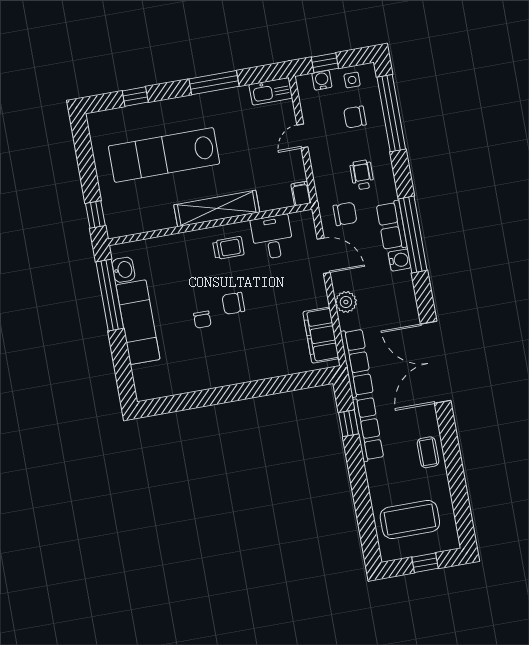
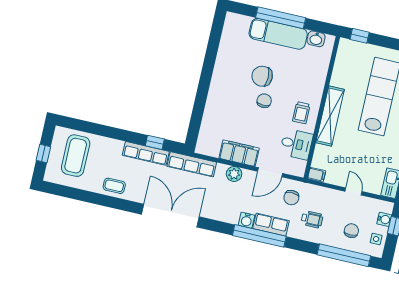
window: (110, 295) -> (281, 18), moved
chair: (202, 320) -> (262, 76), width x1.87, depth x1.87
filing cabinet: (321, 335) -> (239, 153), moved

